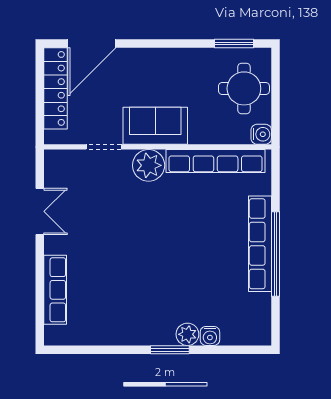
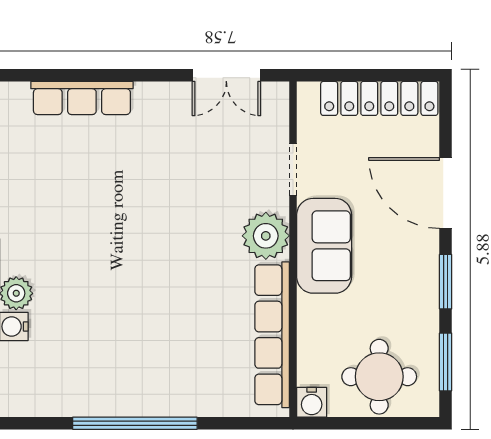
door: (92, 44) -> (446, 193), moved
window: (180, 44) -> (446, 282), added
double door: (40, 211) -> (226, 75), moved
row of seats: (260, 244) -> (150, 400), removed

